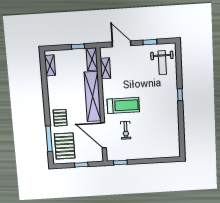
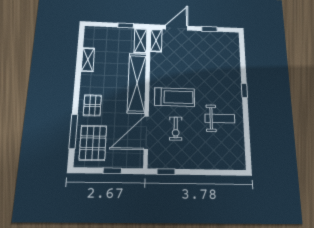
door: (121, 44) -> (177, 28), hinge flipped
weight bench: (162, 63) -> (220, 118), moved, turned -90
shelving: (50, 65) -> (88, 60), moved
shelving: (105, 68) -> (156, 40), moved
door: (103, 135) -> (146, 133), hinge flipped

